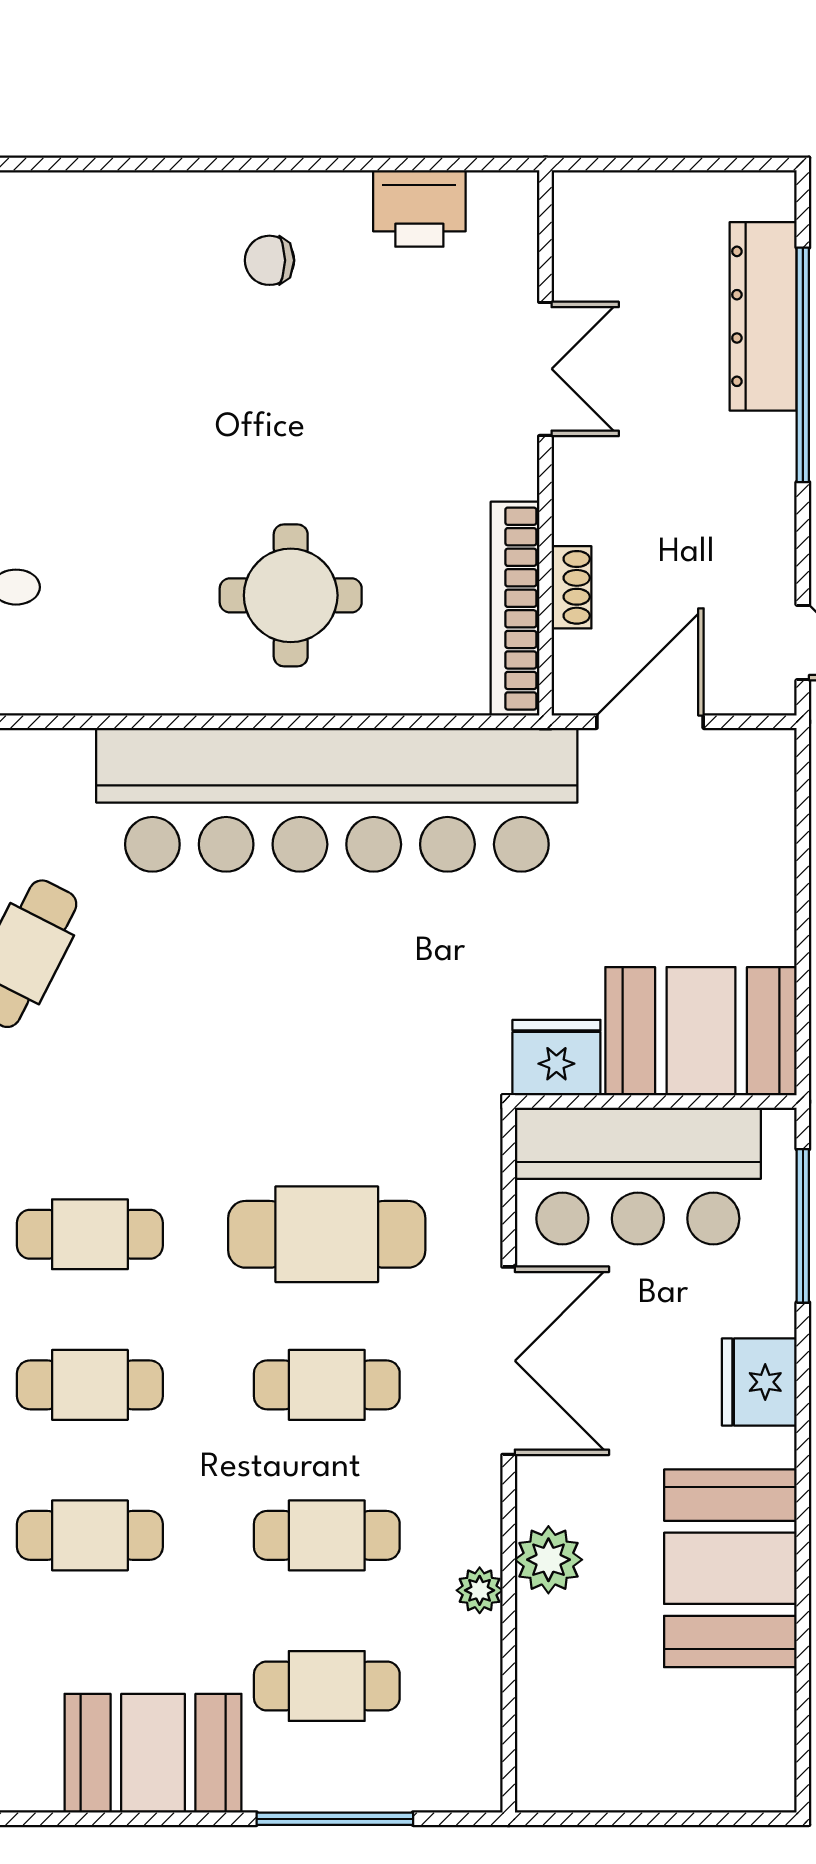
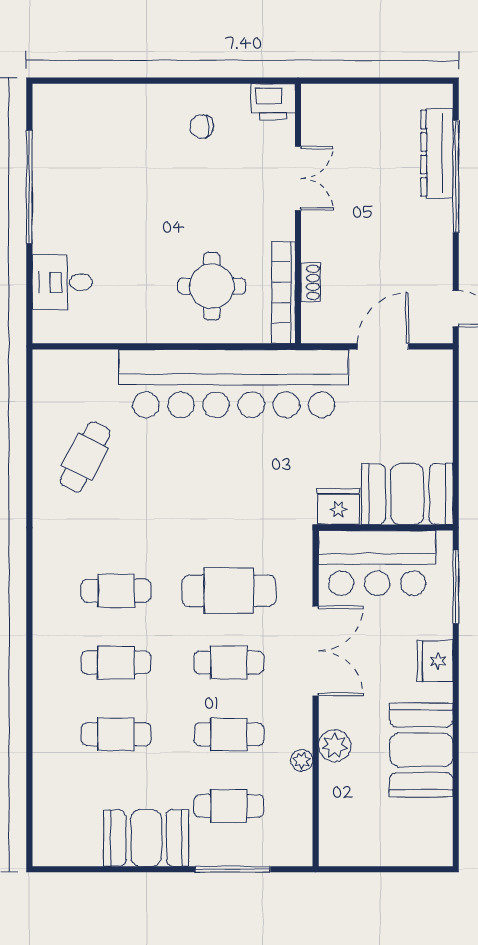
double door: (545, 369) -> (298, 178), moved
wall: (545, 443) -> (298, 214), moved
shoe rack: (572, 587) -> (310, 282), moved
bookcase: (515, 609) -> (284, 293), moved

